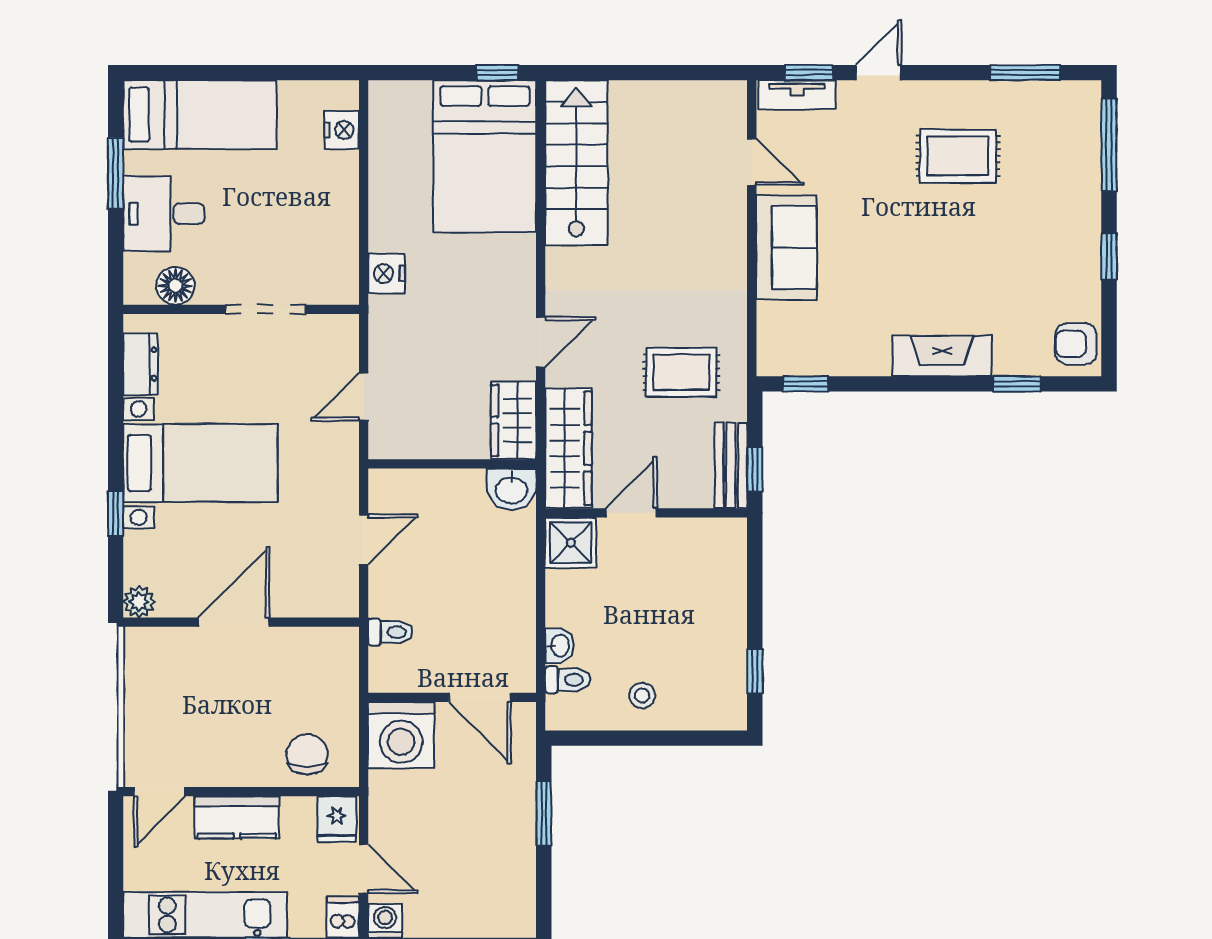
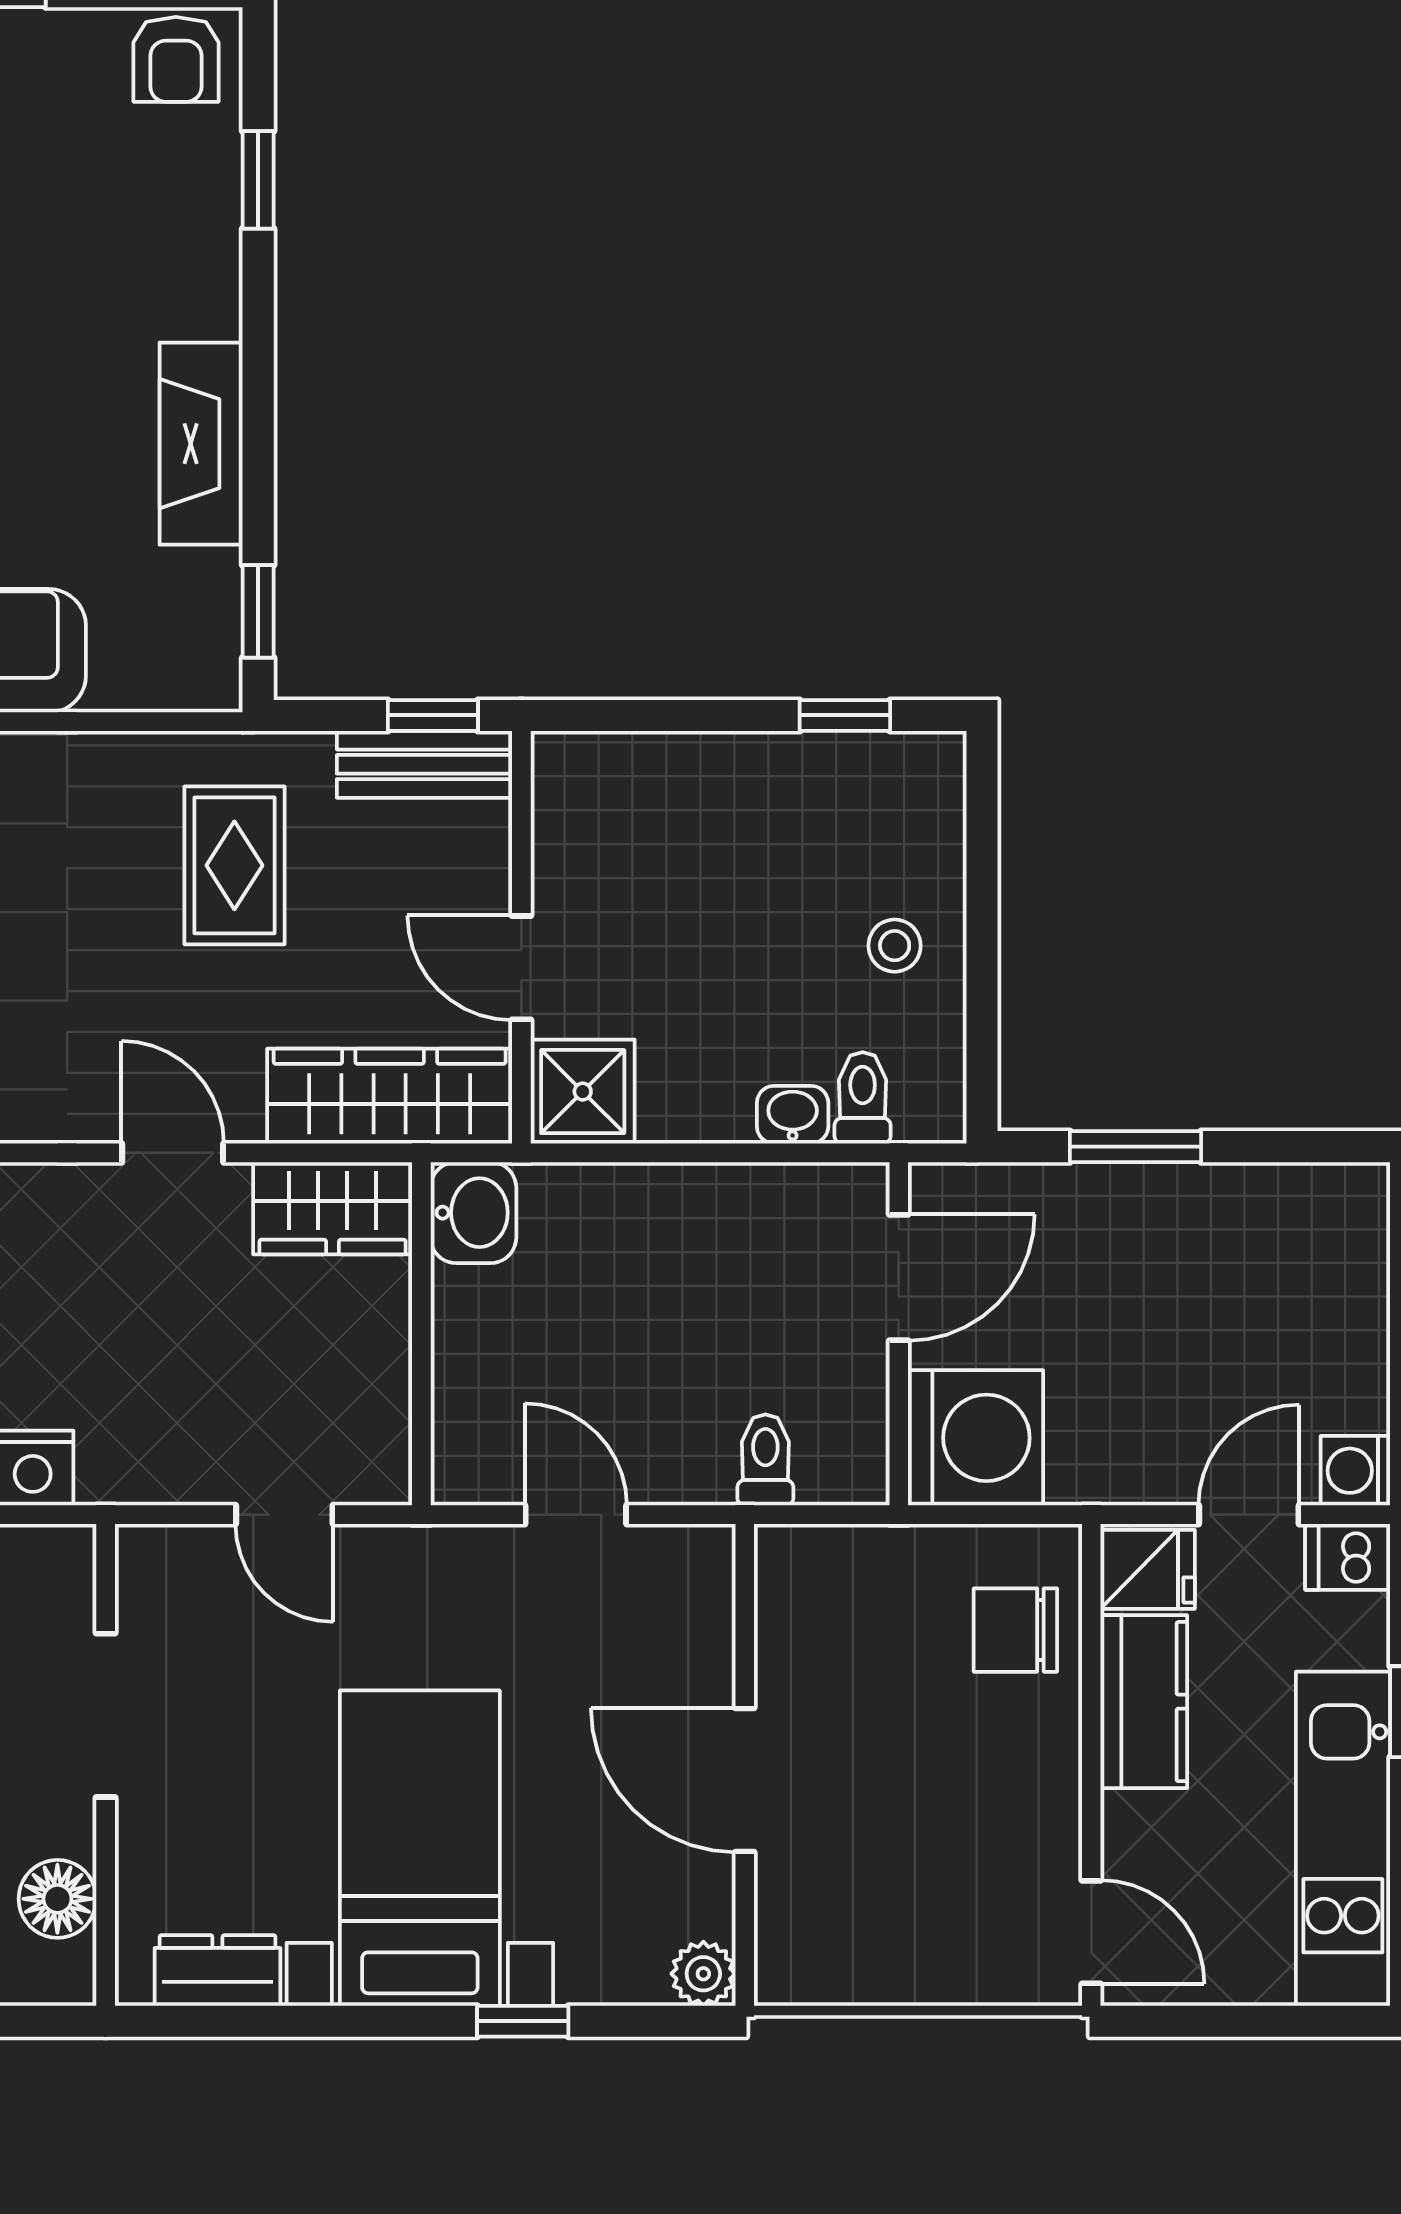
fireplace: (942, 356) -> (201, 444), moved
kitchen counter: (237, 817) -> (1144, 1702), moved

